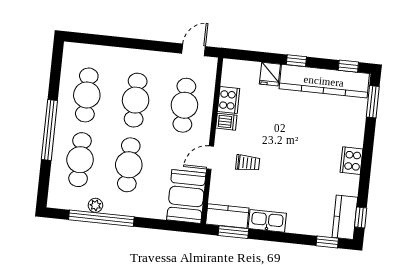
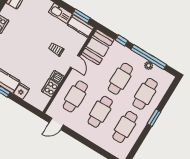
window: (49, 130) -> (154, 118), width x0.47
door: (210, 158) -> (75, 62), hinge flipped
window: (155, 224) -> (122, 40), added

